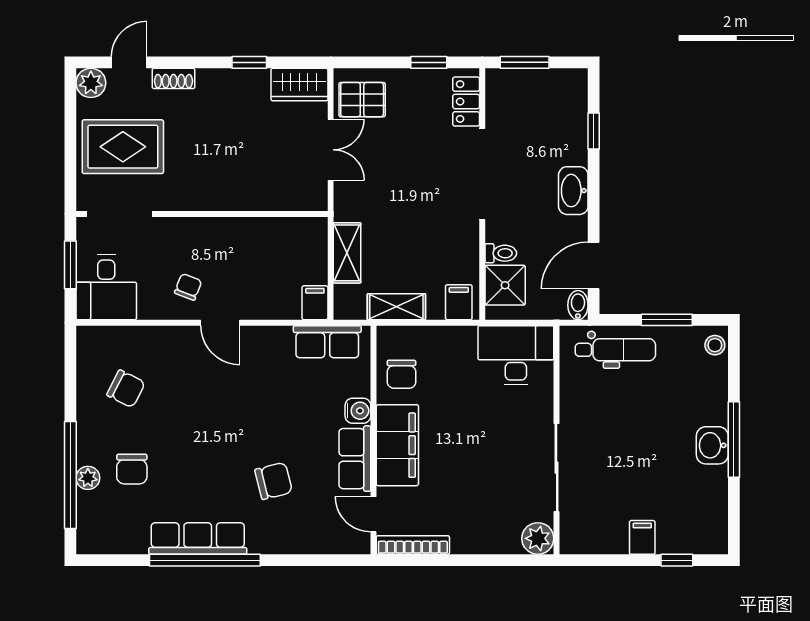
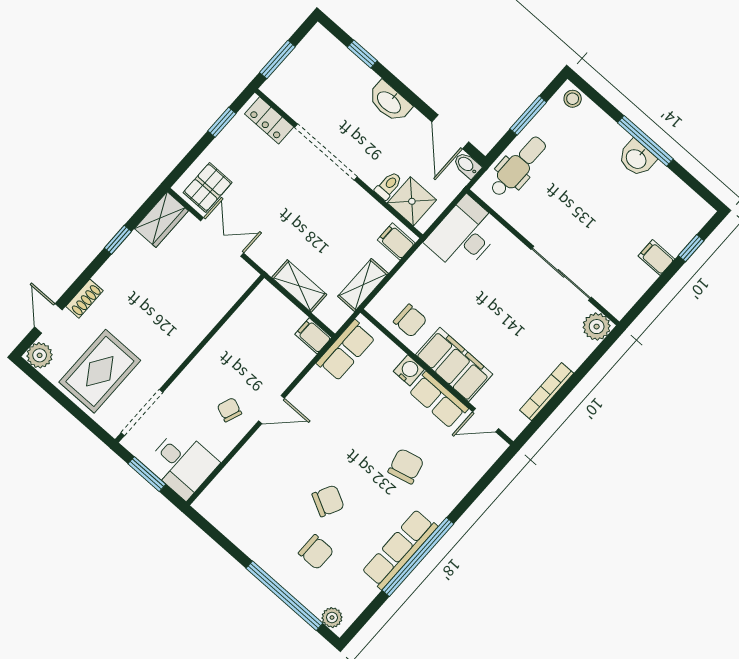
chair: (126, 389) -> (328, 501), moved
plant: (88, 478) -> (332, 618), moved
bookcase: (413, 545) -> (547, 392), moved

